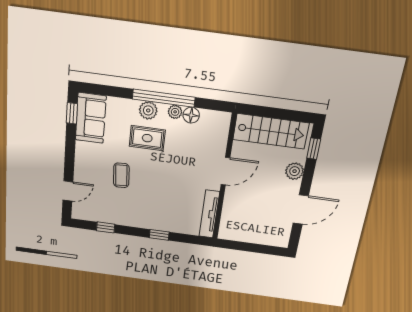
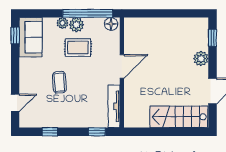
plant: (175, 112) -> (62, 23), moved
stairs: (271, 131) -> (179, 117), moved, turned 180
door: (225, 171) -> (122, 67), moved
wall: (224, 178) -> (122, 73), moved
tv unit: (209, 214) -> (114, 106), moved

